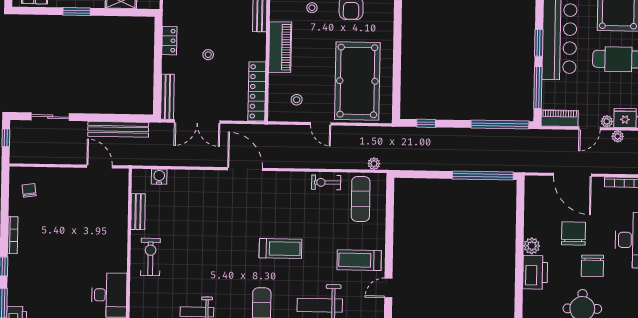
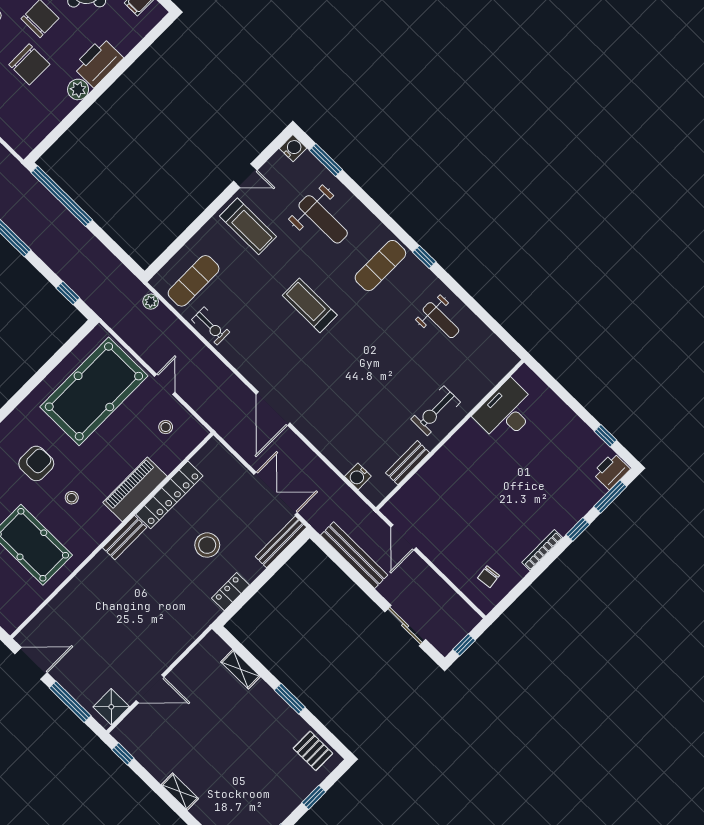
stool: (208, 55) -> (207, 545), width x1.89, depth x1.89
locker: (257, 91) -> (169, 495), moved
chair: (573, 234) -> (29, 64), turned -90

